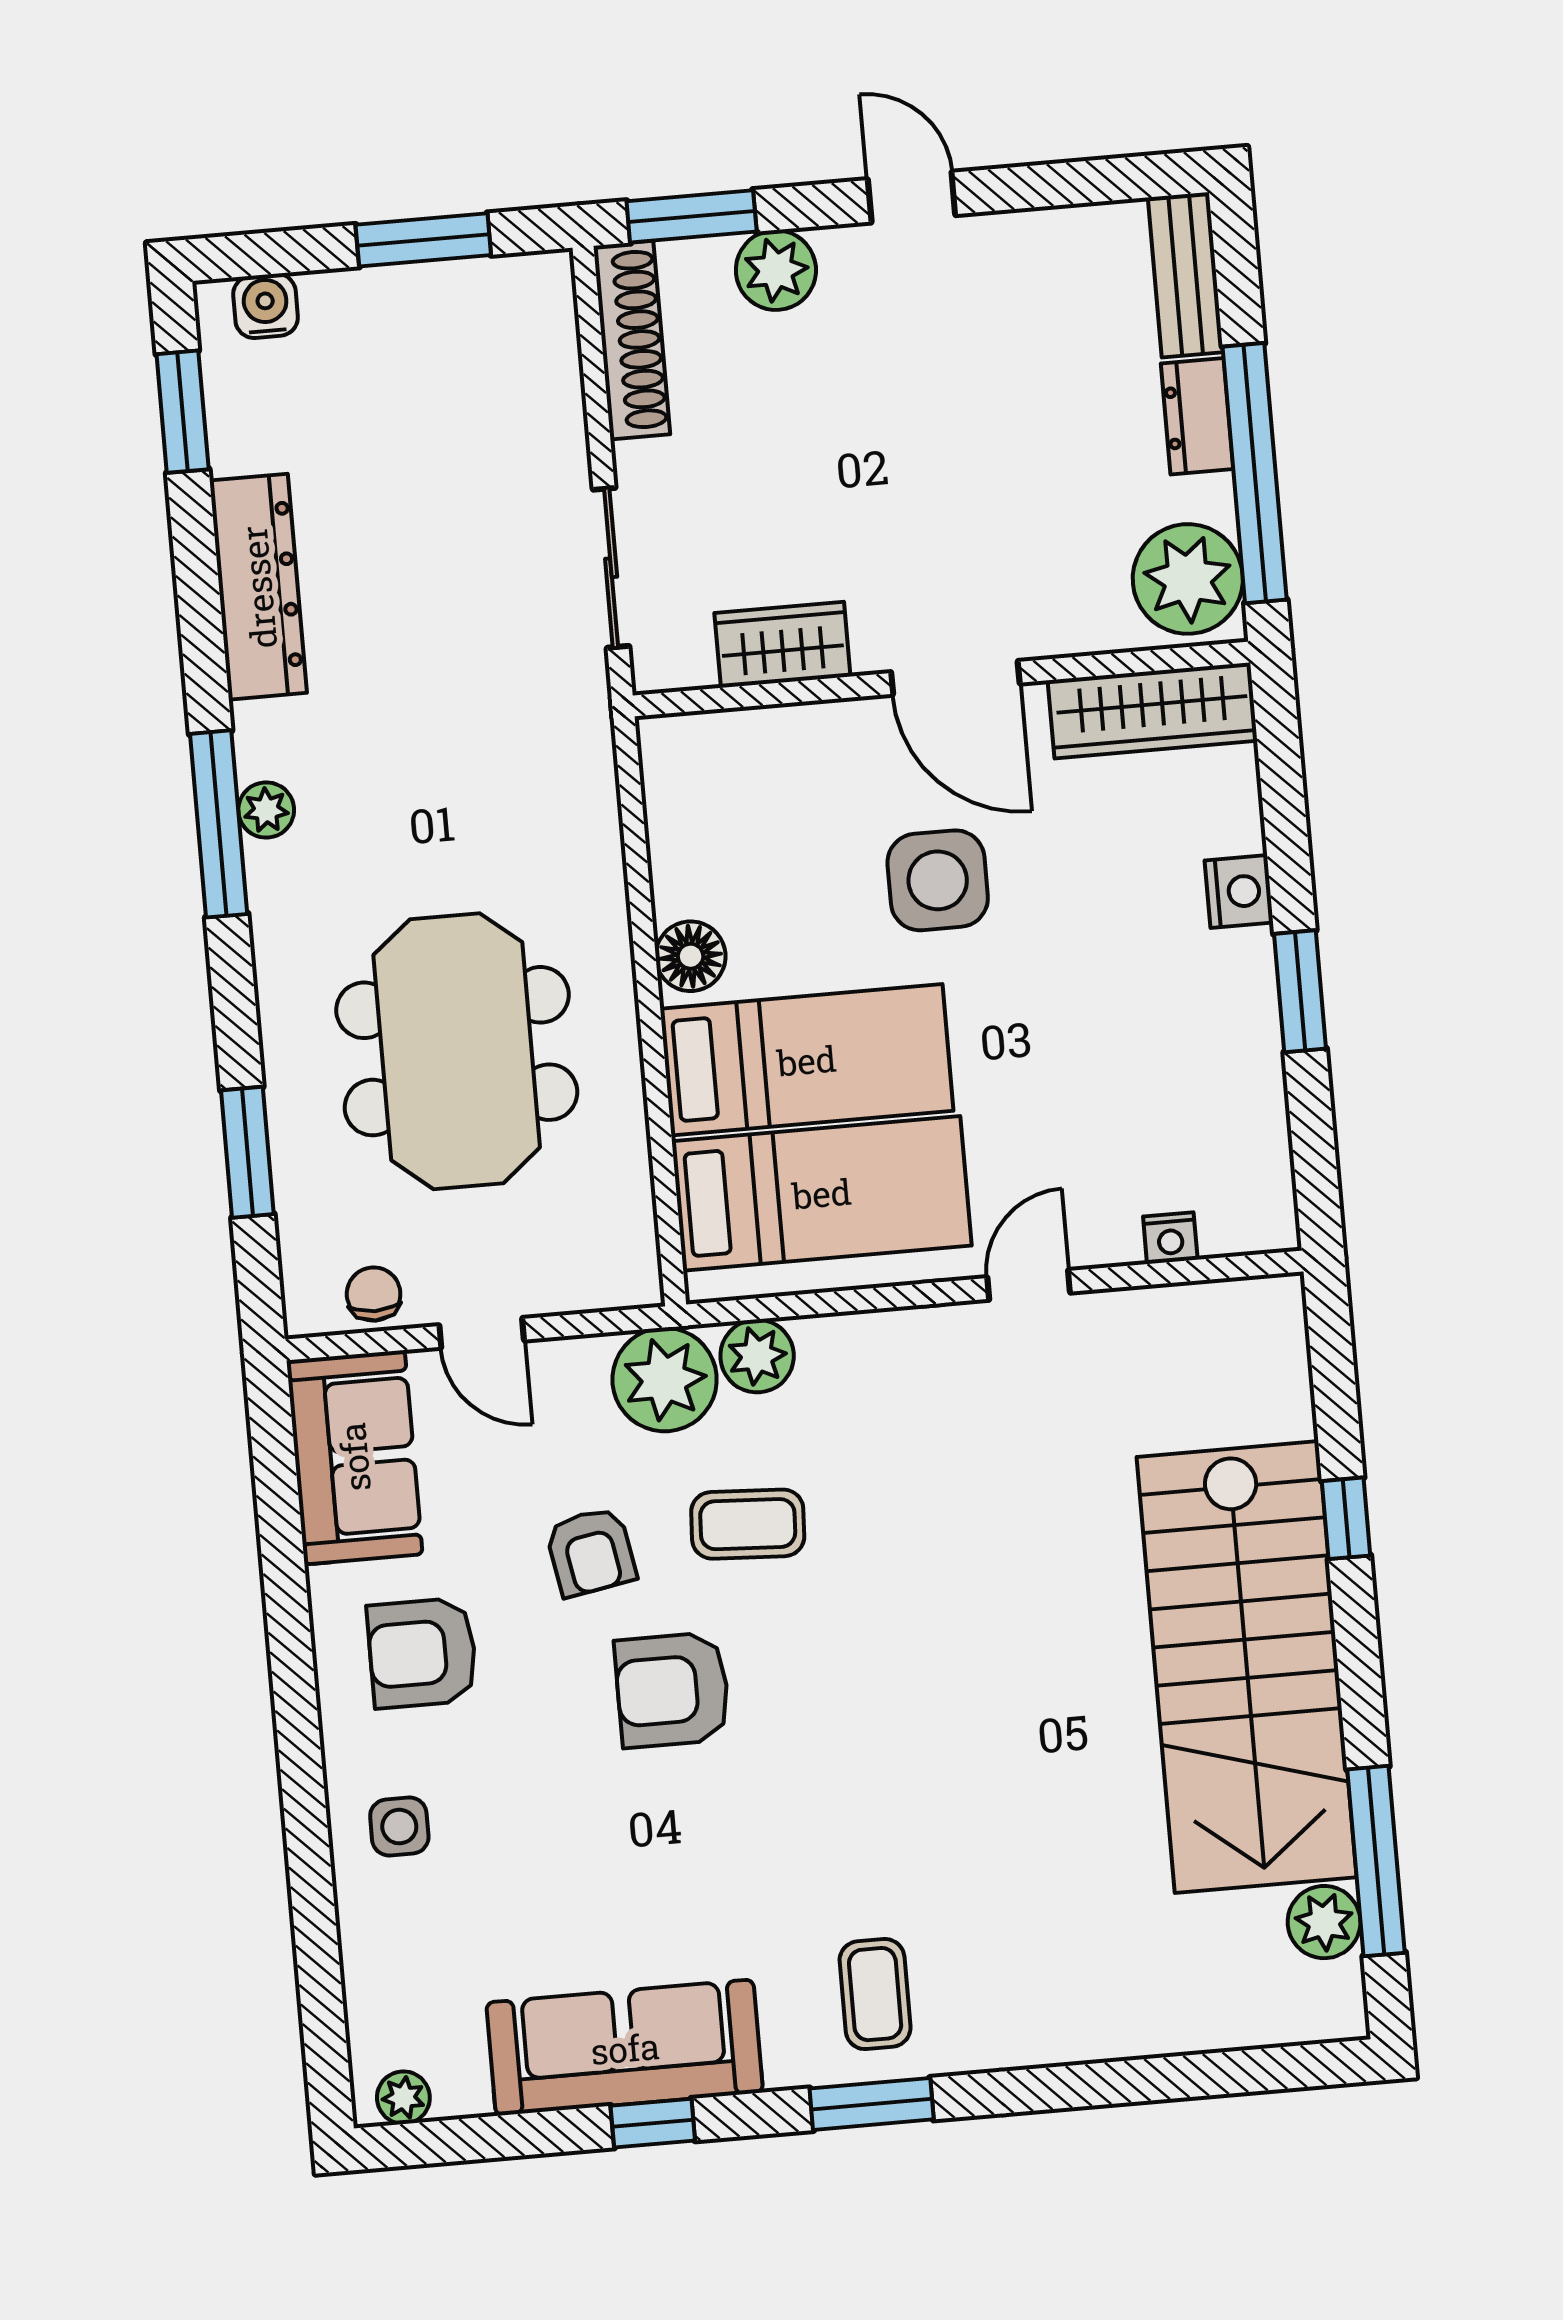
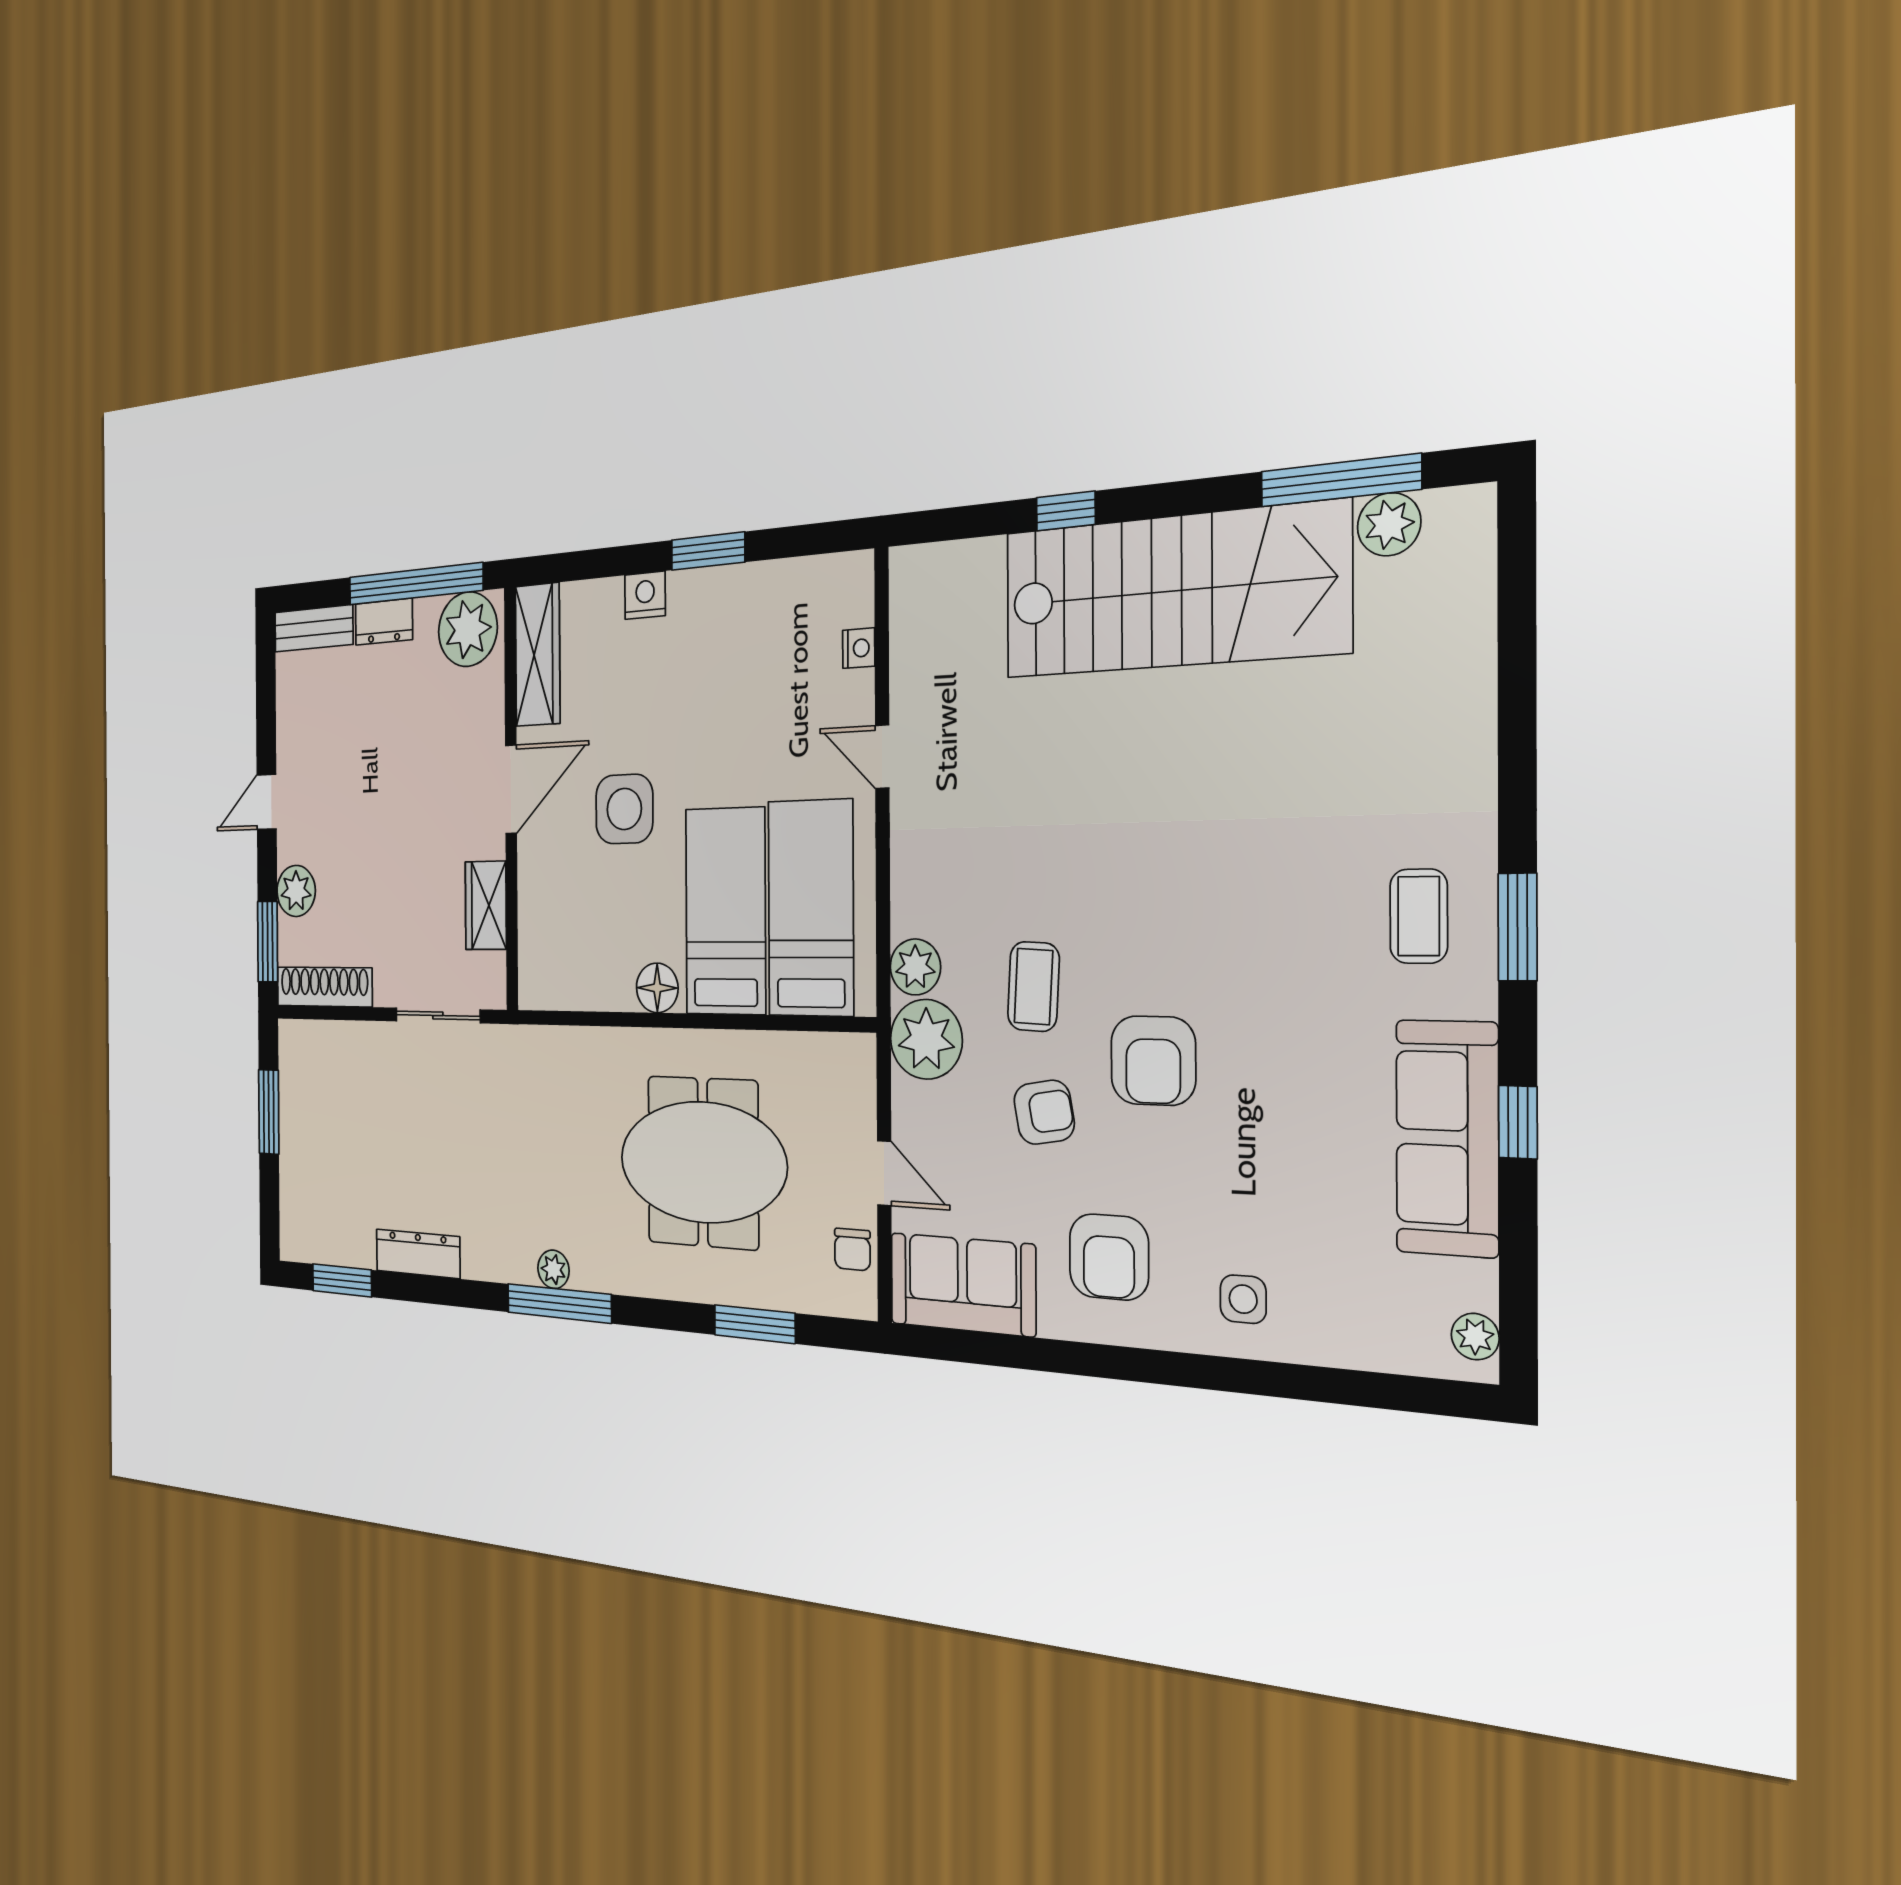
water cooler: (266, 306) -> (294, 1217), removed
dresser: (258, 587) -> (418, 1254), width x0.73, depth x0.80
chair: (374, 1294) -> (852, 1249), turned -90
door: (482, 1333) -> (884, 1173), hinge flipped
coffee table: (875, 1994) -> (1419, 916), turned 90

